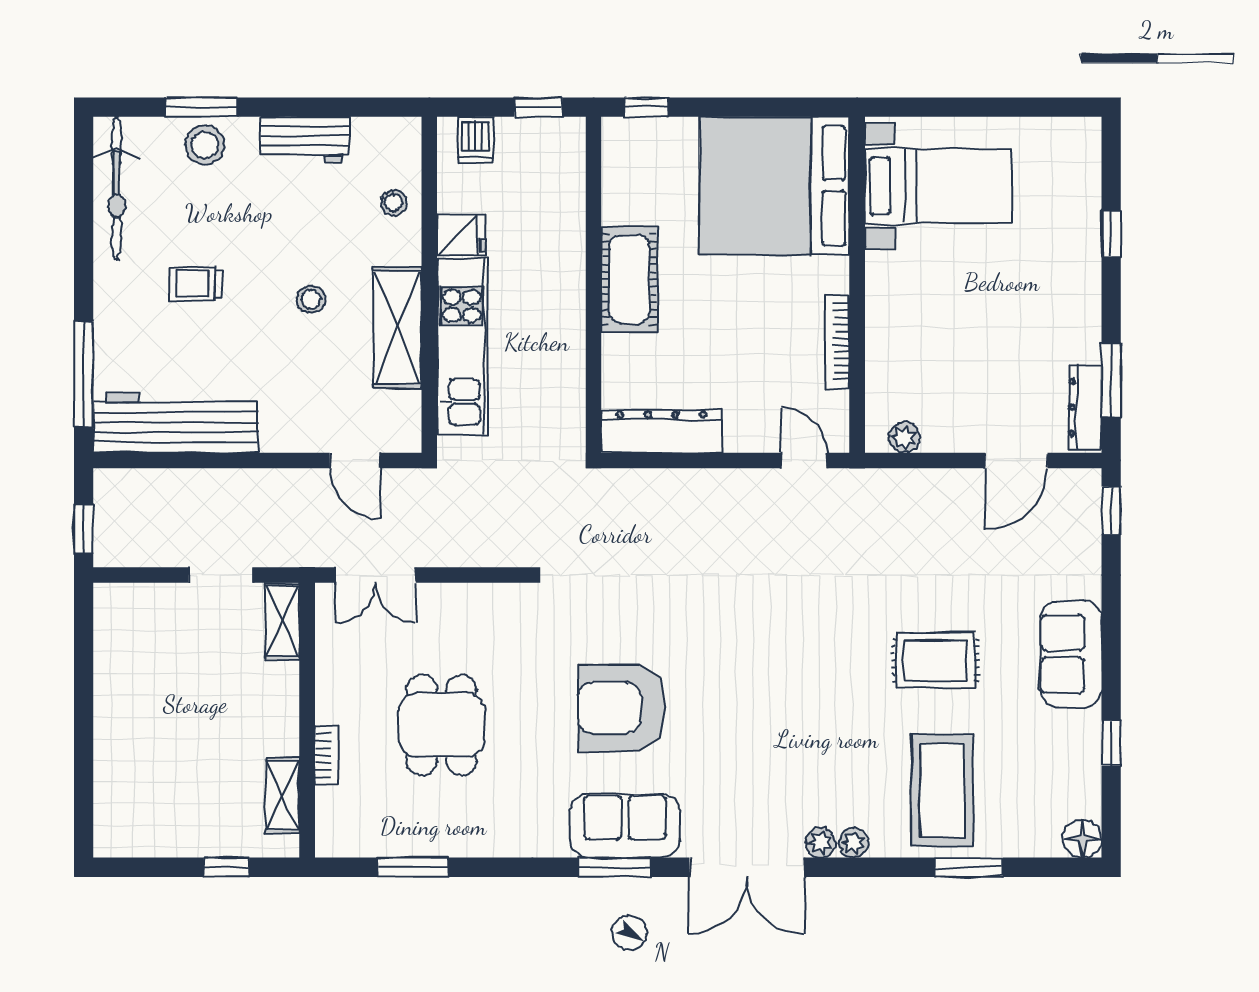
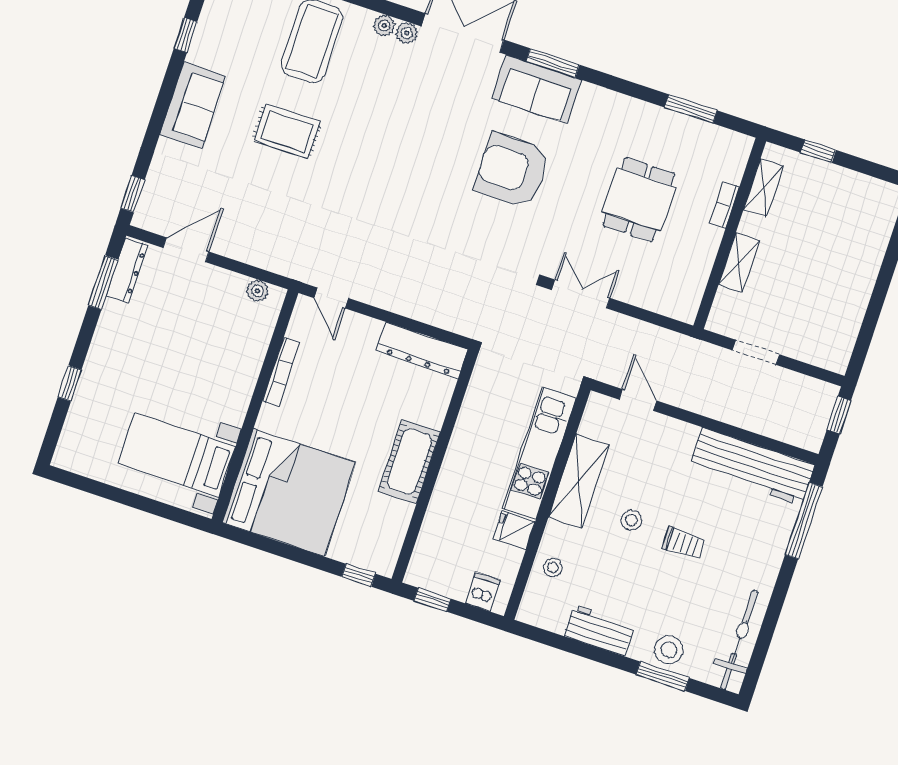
trolley: (196, 284) -> (683, 543), moved
double door: (376, 575) -> (581, 294), moved
shelving: (282, 621) -> (739, 262), moved
armchair: (622, 708) -> (512, 170), turned 180

